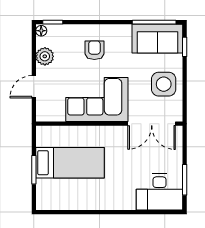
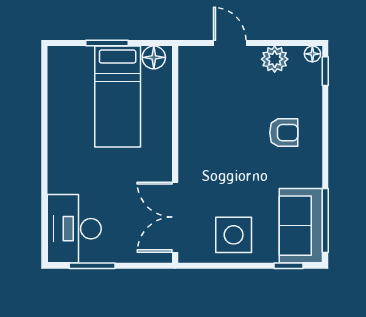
corner sofa: (97, 100) -> (211, 136), removed
floor lamp: (44, 138) -> (154, 57), added

